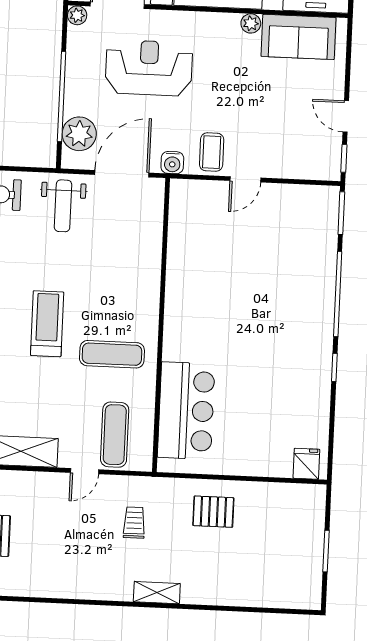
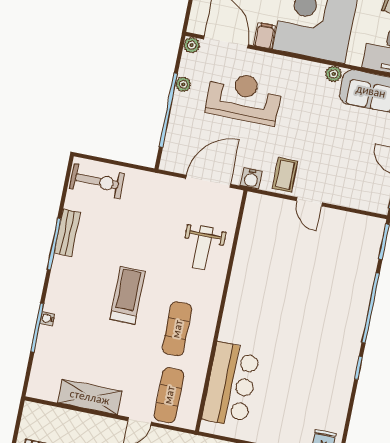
plant: (79, 134) -> (183, 84), moved, width x0.53, depth x0.53
door: (245, 179) -> (309, 202), hinge flipped
weight bench: (63, 206) -> (203, 248), moved
exercise mat: (112, 354) -> (177, 329), turned 90

